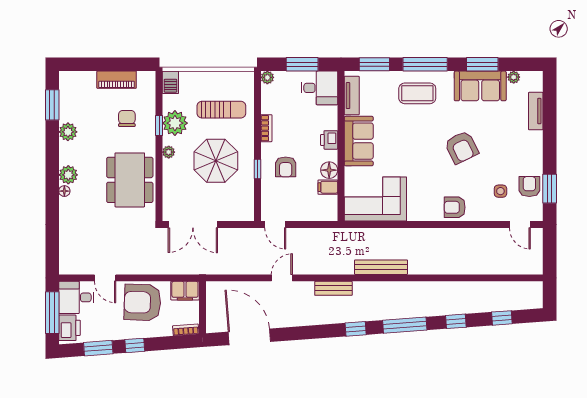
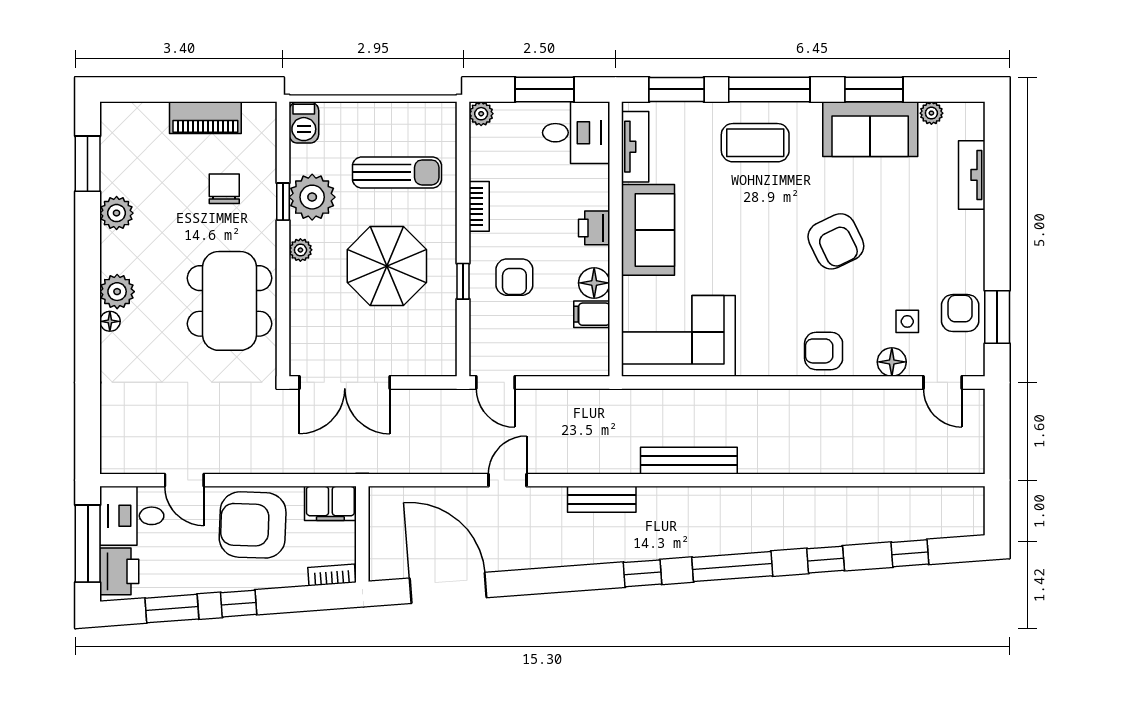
floor lamp: (492, 213) -> (892, 362), added

